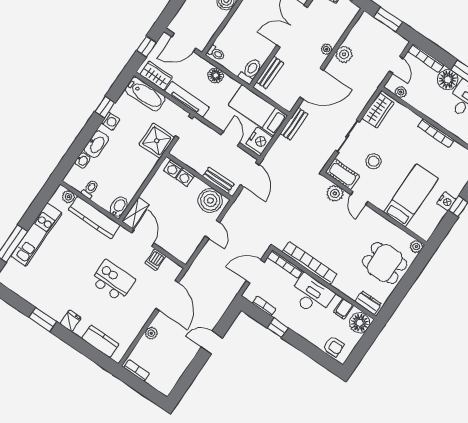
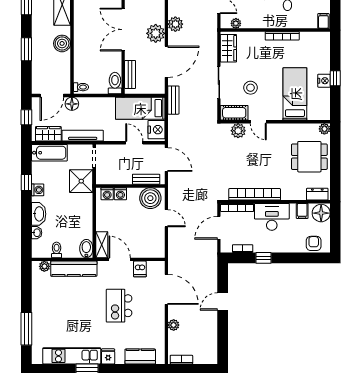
plant: (327, 49) -> (156, 33), width x1.87, depth x1.87
floor lamp: (216, 75) -> (72, 104), moved
kitchen unit: (36, 235) -> (72, 356), moved, turned -90
kitchen island: (113, 281) -> (119, 306), turned -90
armchair: (334, 346) -> (314, 243), turned -90

